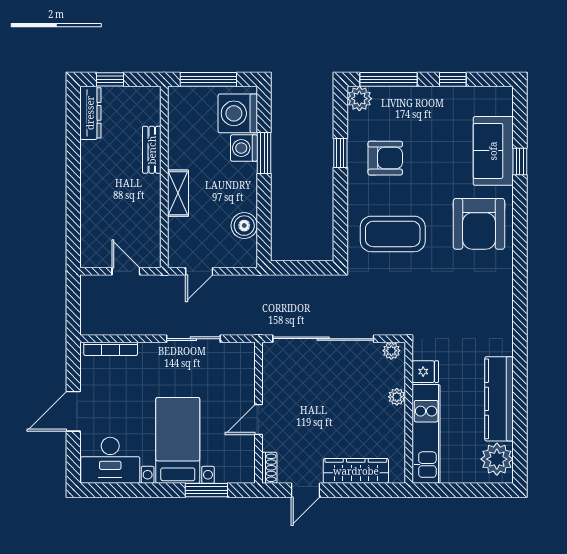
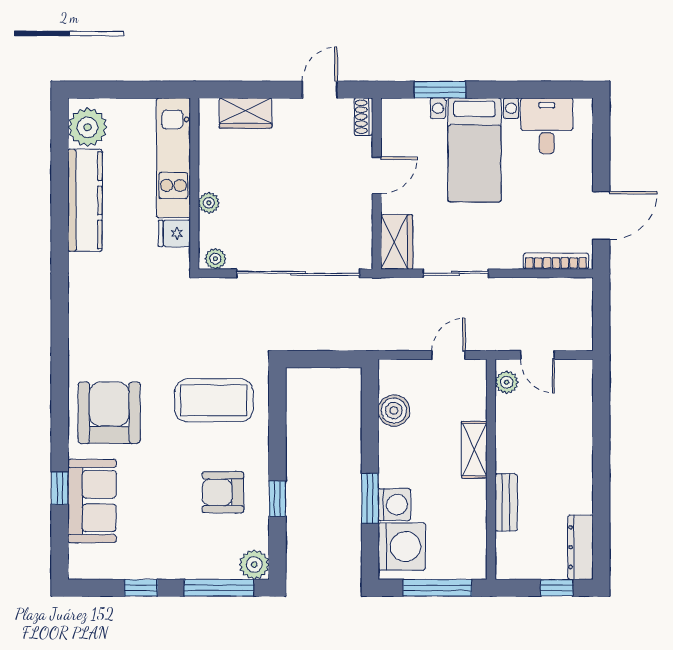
plant: (151, 249) -> (507, 382), added
wardrobe: (242, 365) -> (397, 242), added
door: (73, 411) -> (601, 216), moved
desk: (110, 460) -> (547, 126), width x0.73
wardrobe: (356, 471) -> (245, 113), width x0.67

